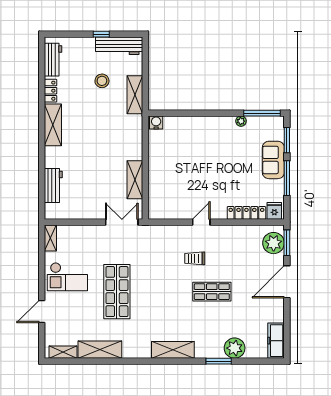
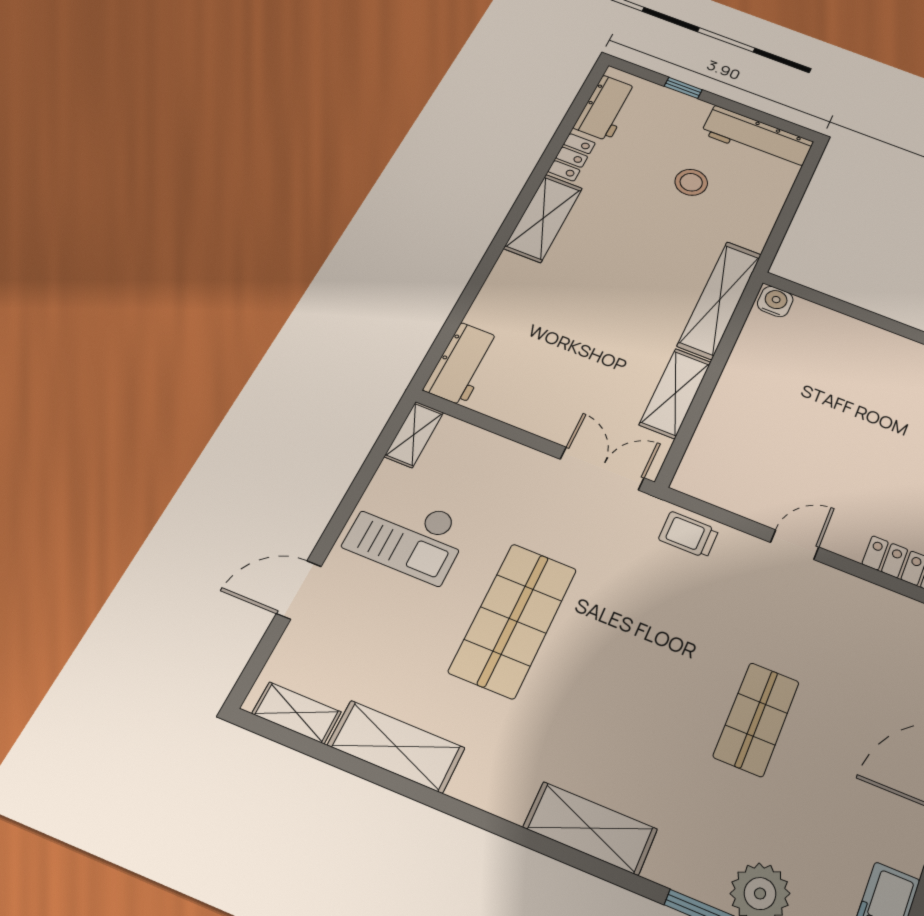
window: (101, 34) -> (683, 88), moved
shelving: (135, 95) -> (720, 300), moved, width x1.47
workbench: (53, 185) -> (462, 364), moved
trolley: (195, 258) -> (689, 535), moved
shop shelf: (212, 292) -> (756, 719), turned 90

